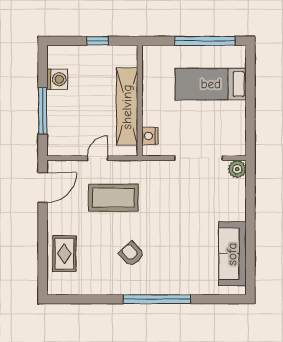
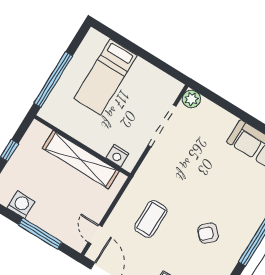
window: (205, 41) -> (53, 80), moved
door: (98, 158) -> (95, 234), moved
coffee table: (113, 198) -> (151, 219), width x0.73, depth x0.76

